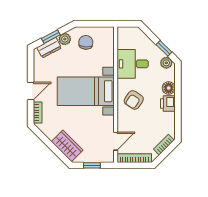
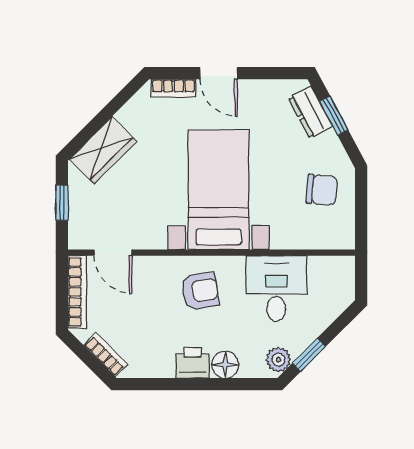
plant: (65, 39) -> (329, 145), removed
armchair: (134, 100) -> (200, 291), turned 137

